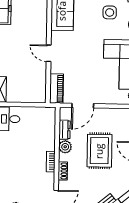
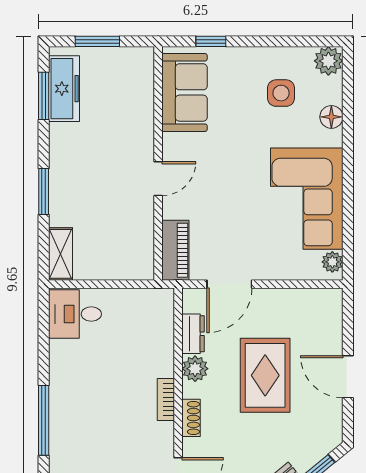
door: (49, 53) -> (158, 179), swing flipped

